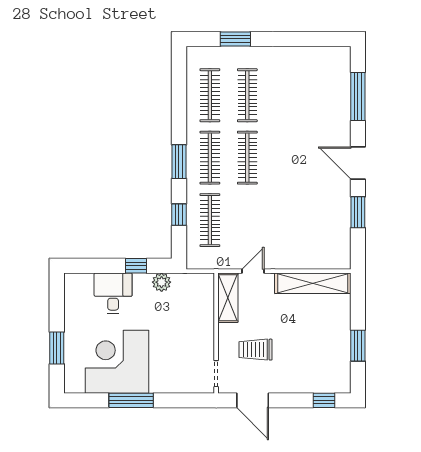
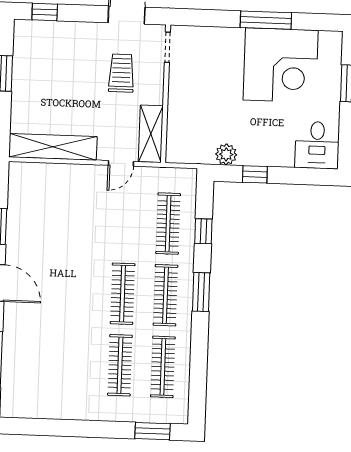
window: (235, 39) -> (153, 431), moved
desk: (113, 293) -> (317, 145), moved
trolley: (255, 350) -> (121, 73), turned -90

